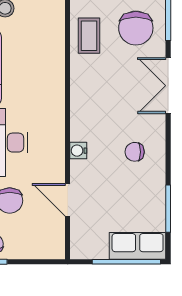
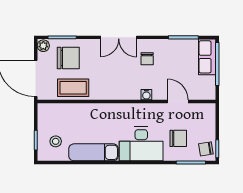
coffee table: (89, 36) -> (73, 88), width x1.36, depth x1.30
double door: (168, 86) -> (119, 37), moved
door: (68, 200) -> (178, 102), swing flipped

